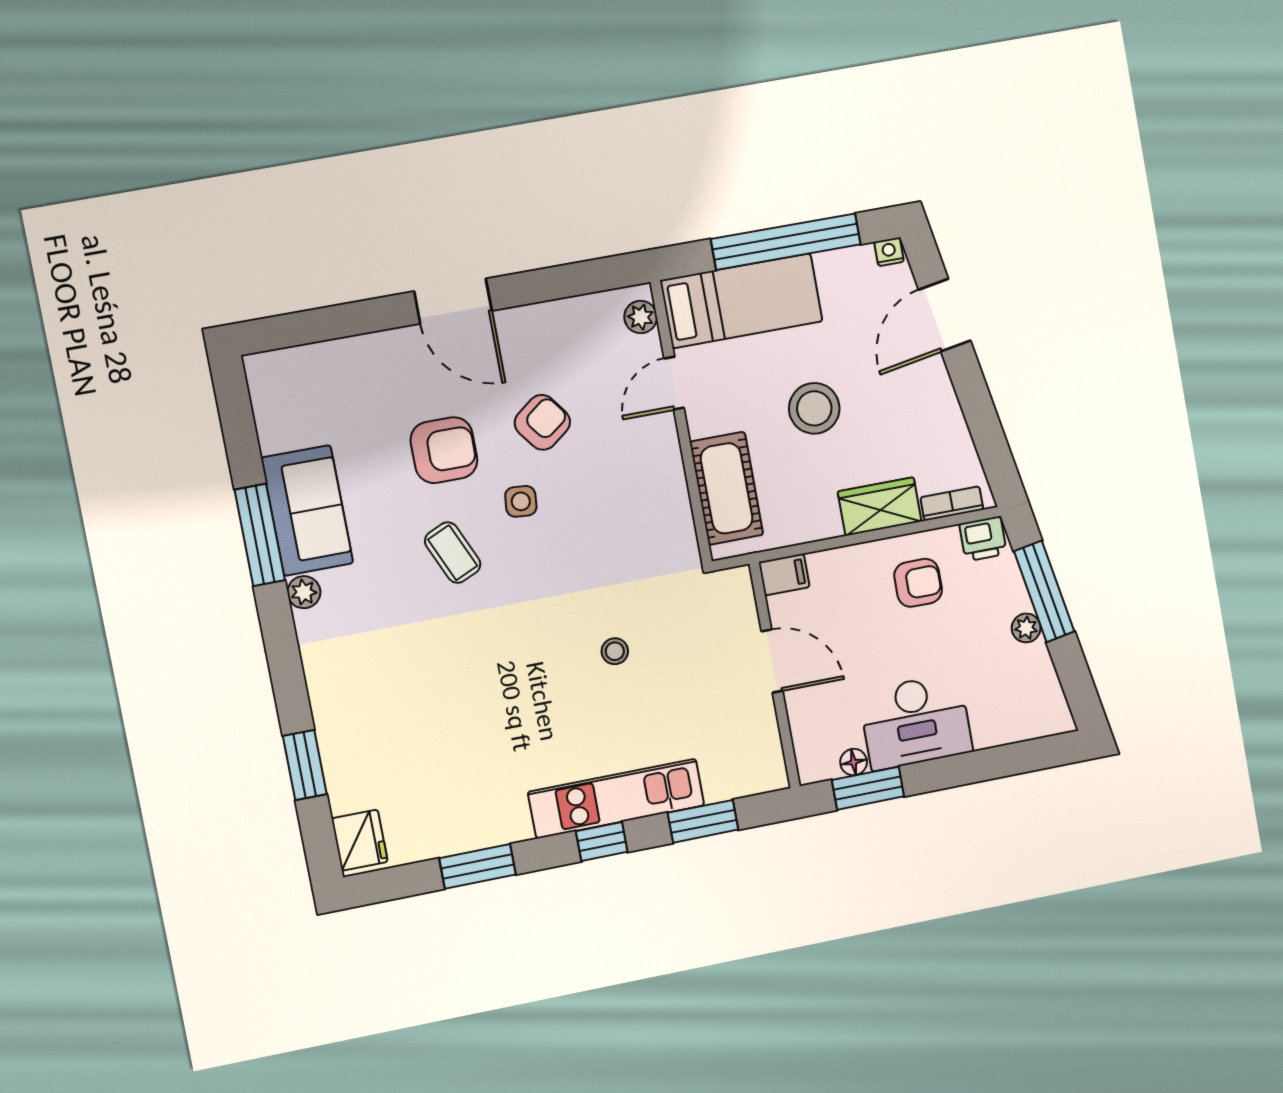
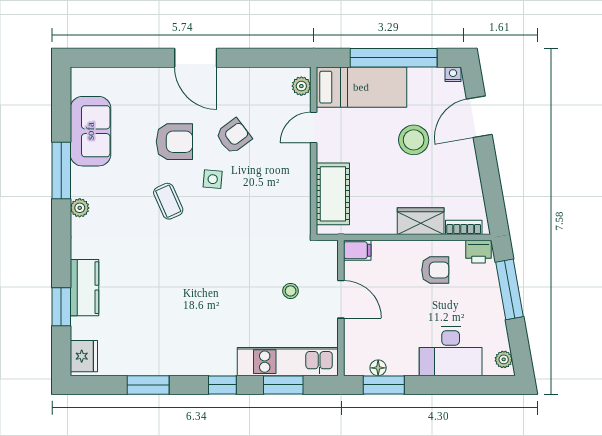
stool: (814, 408) -> (414, 140), moved
sofa: (307, 511) -> (90, 131), moved
plant: (1026, 628) -> (504, 359), moved
stool: (615, 651) -> (291, 291), moved
desk: (916, 722) -> (451, 351), moved
kitchen counter: (338, 725) -> (84, 288), added
kitchen unit: (616, 799) -> (288, 362), moved

